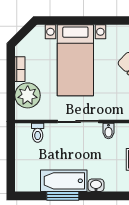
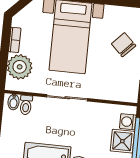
bidet: (108, 131) -> (14, 102), moved

